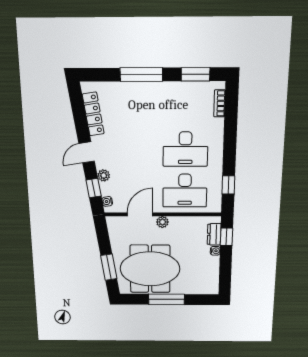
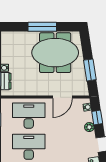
plant: (162, 222) -> (45, 91), removed
window: (109, 267) -> (90, 70), moved

